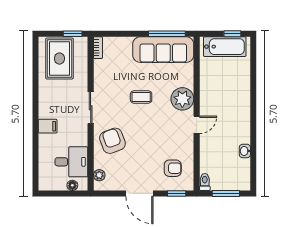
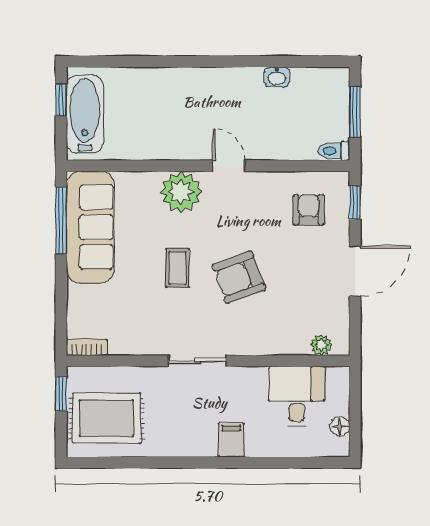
armchair: (112, 141) -> (239, 277), moved
floor lamp: (72, 185) -> (340, 426), moved

